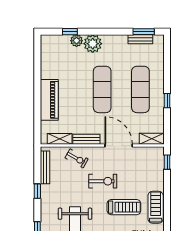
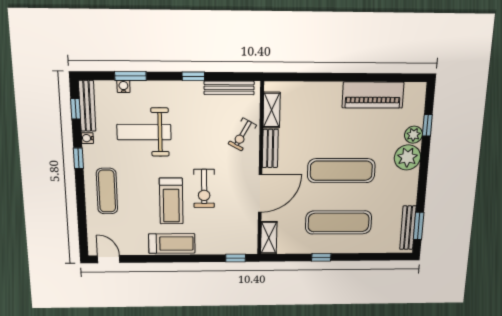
bench: (140, 39) -> (408, 228), width x1.36
piano: (49, 100) -> (373, 95), moved
exercise bike: (103, 181) -> (204, 188), moved

